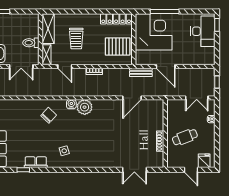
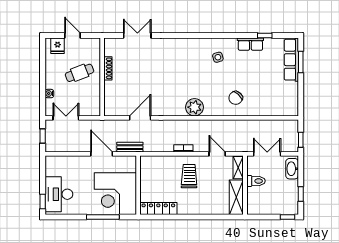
trolley: (76, 38) -> (189, 176), moved
pallet: (118, 47) -> (157, 177), removed
water cooler: (71, 104) -> (210, 111), removed

